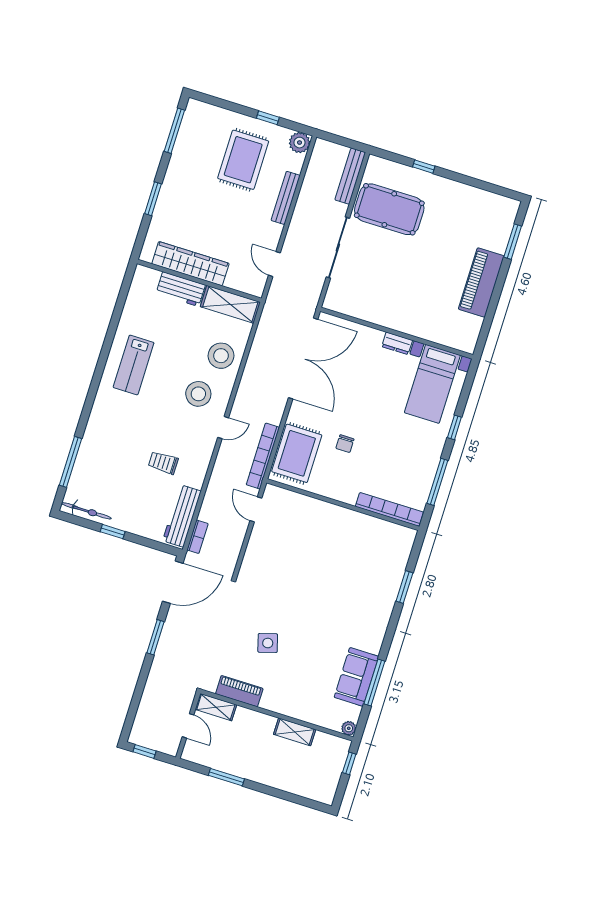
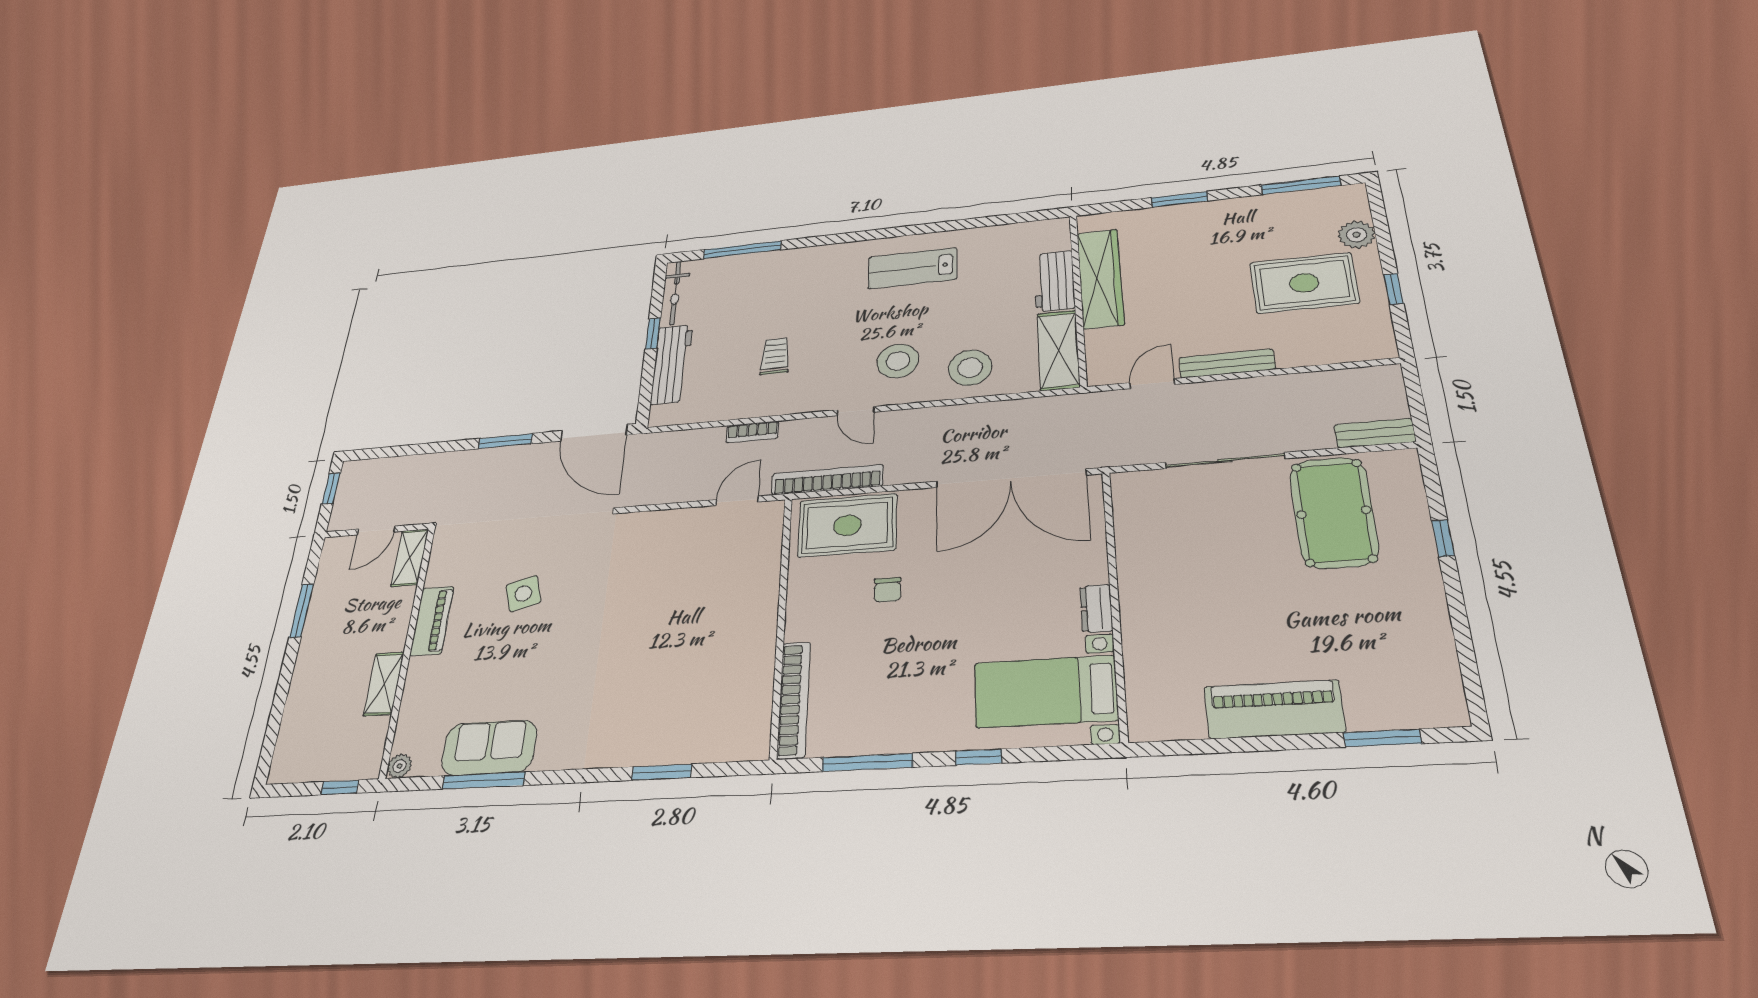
plant: (300, 143) -> (1357, 235), moved
bench: (350, 176) -> (1375, 433), width x0.73
bench: (286, 198) -> (1227, 363), moved
chair: (345, 444) -> (887, 590), turned -90
workbench: (182, 516) -> (672, 364), moved, turned 90
bookcase: (198, 537) -> (752, 432), moved
piano: (239, 691) -> (432, 621), moved

